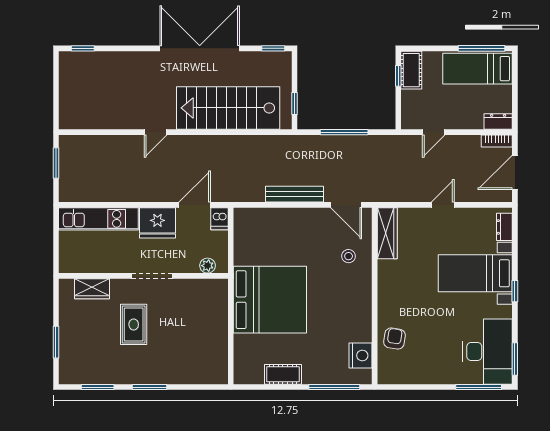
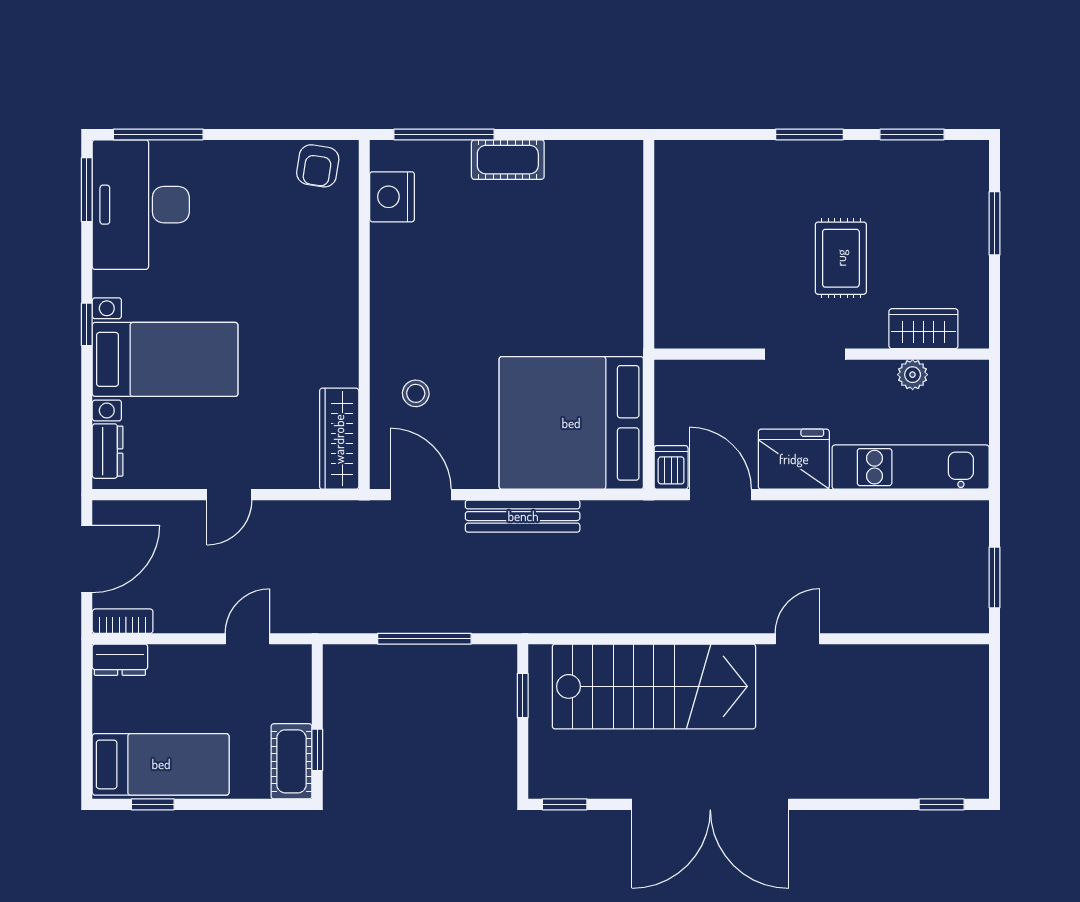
window: (481, 48) -> (153, 804), width x0.46
door: (195, 205) -> (720, 495), swing flipped
plant: (208, 266) -> (913, 375), moved
bed: (270, 300) -> (571, 423), moved
armchair: (394, 339) -> (318, 166), moved
cot: (283, 374) -> (508, 160), moved

